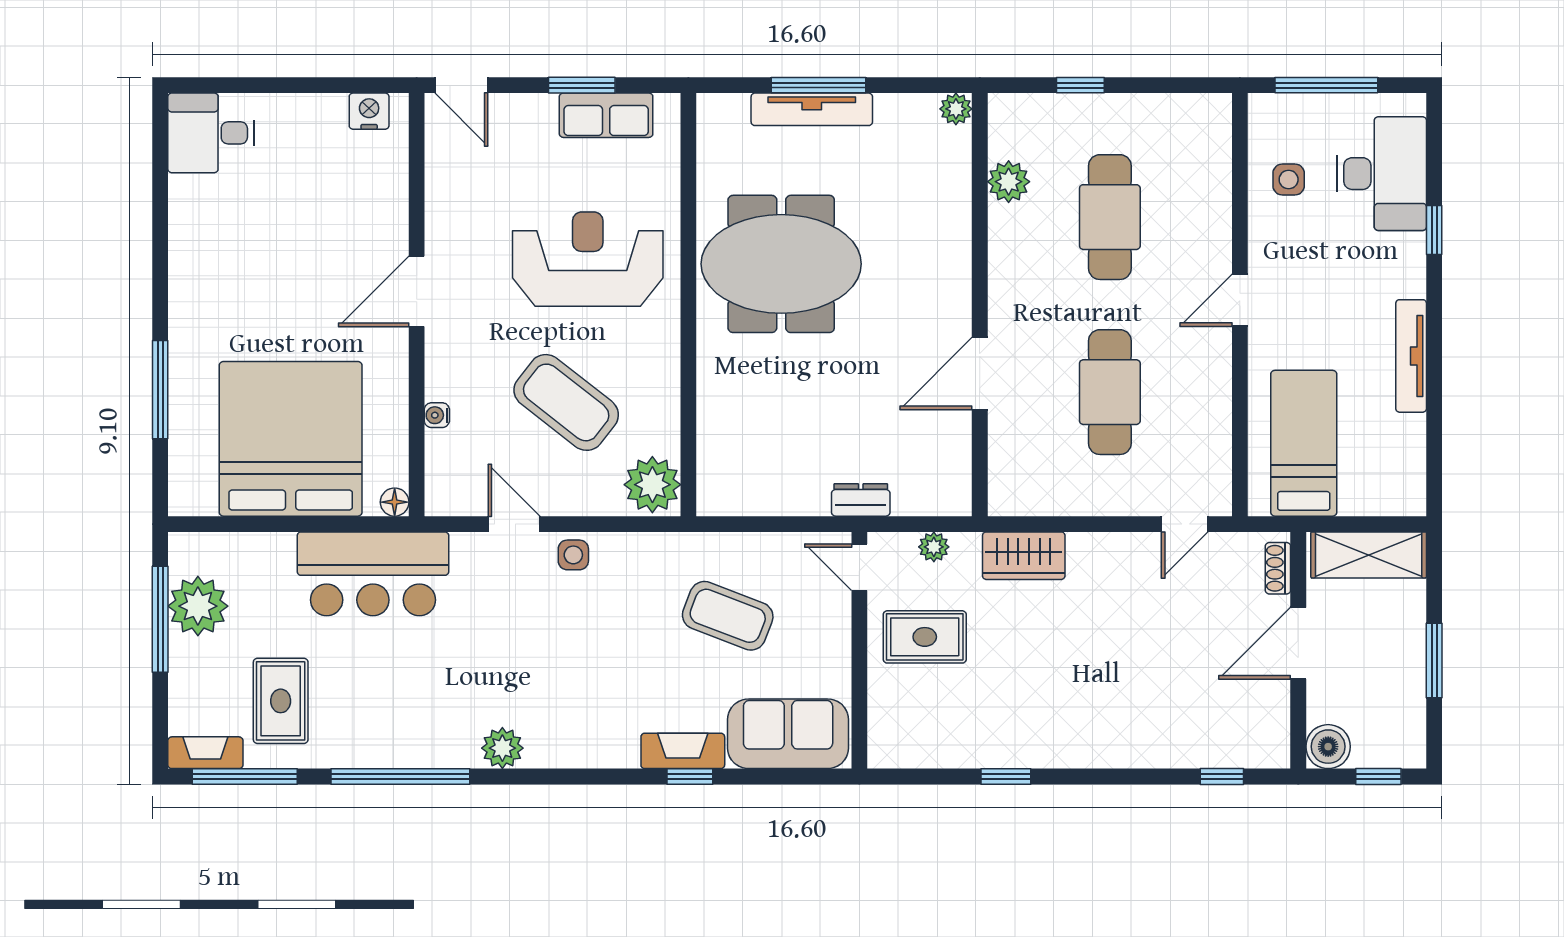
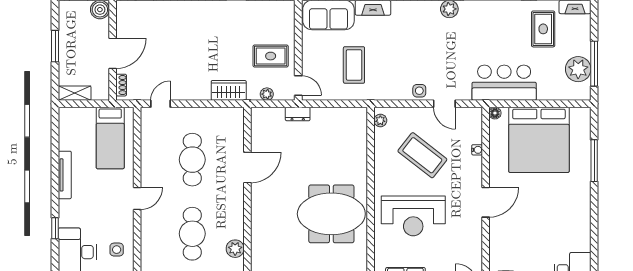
plant: (652, 485) -> (380, 120), width x0.53, depth x0.53
shelving: (1369, 555) -> (75, 93), width x0.67, depth x0.75
coffee table: (728, 616) -> (354, 65), turned 69

